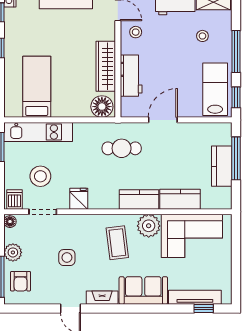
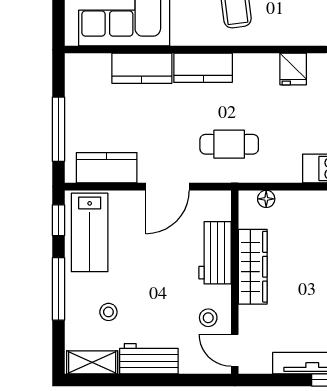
floor lamp: (102, 107) -> (266, 199), width x0.53, depth x0.53
kitchen counter: (222, 166) -> (107, 168), moved, turned -90
plant: (149, 226) -> (189, 29), removed

